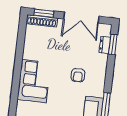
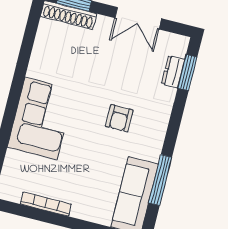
double door: (81, 18) -> (138, 18), width x0.73

